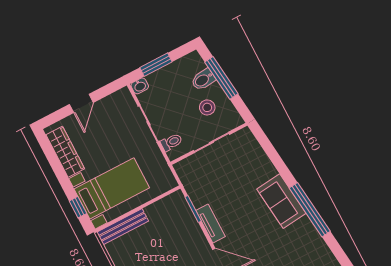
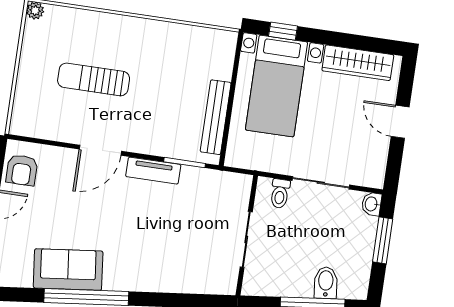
stool: (207, 107) -> (290, 264), removed
sofa: (281, 201) -> (68, 269), moved
bench: (123, 227) -> (216, 117), moved

